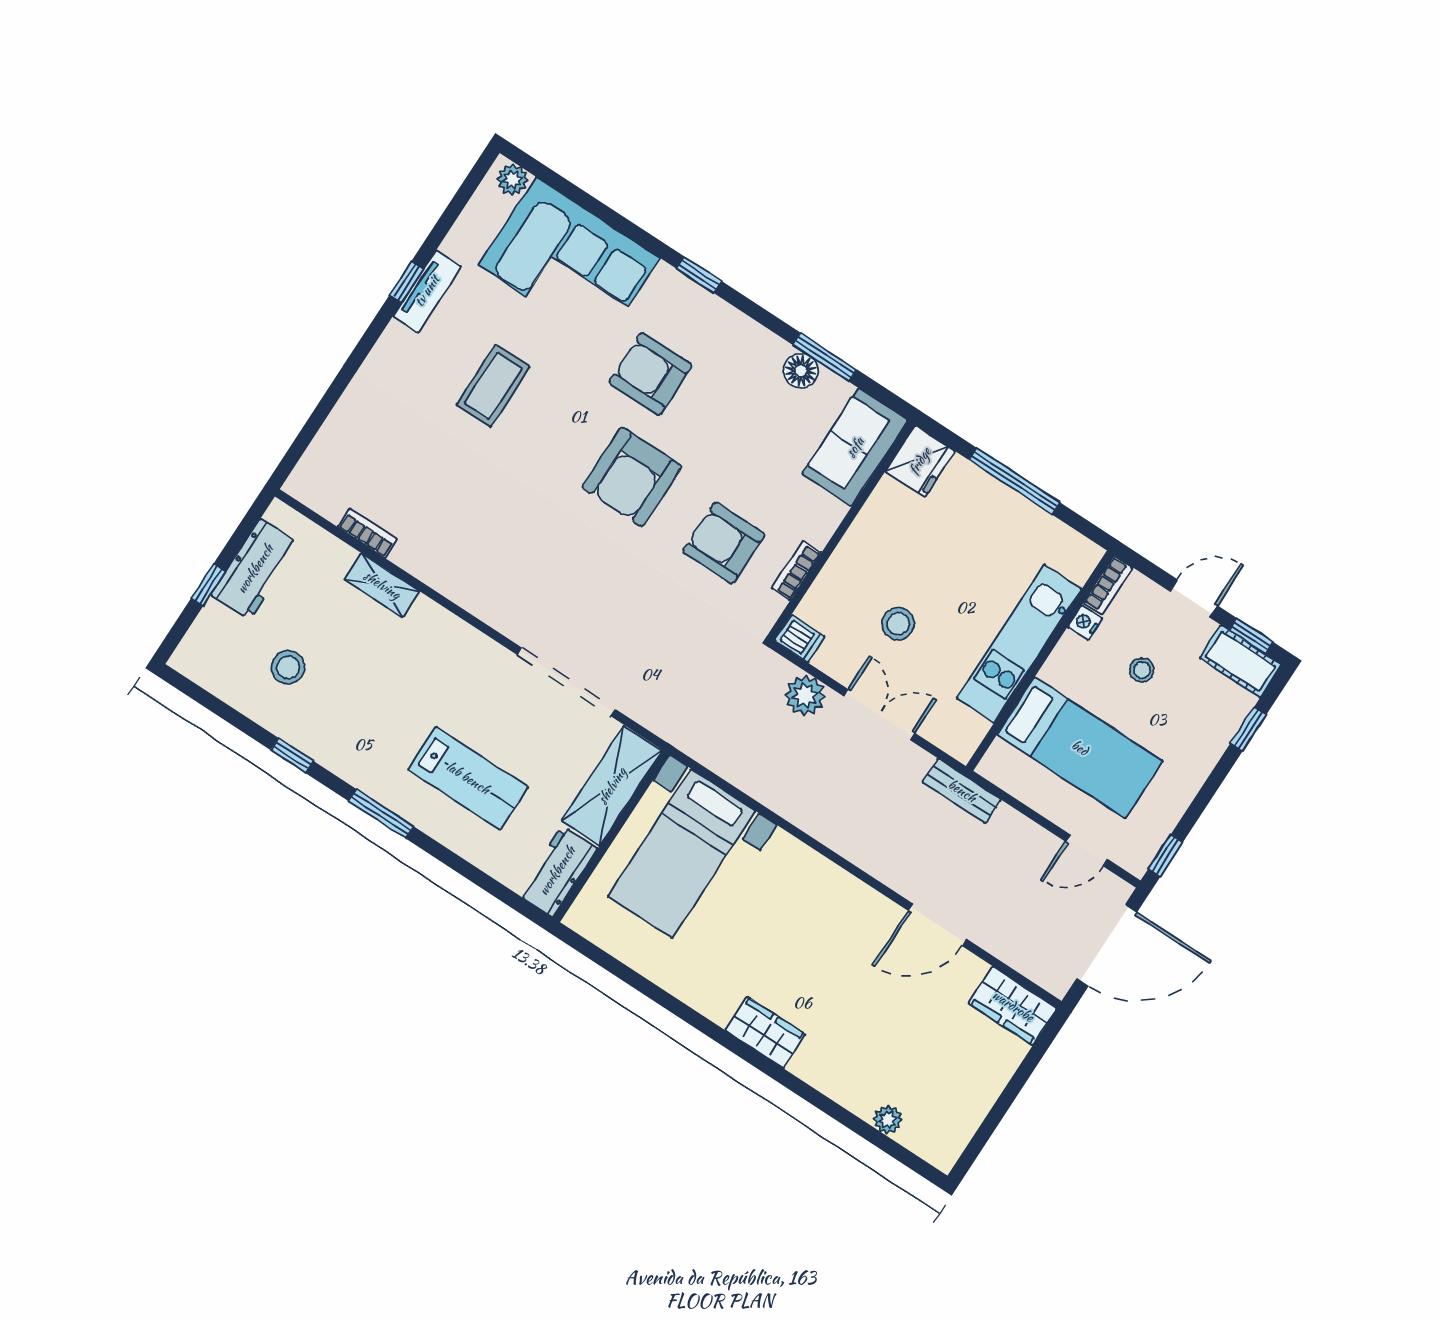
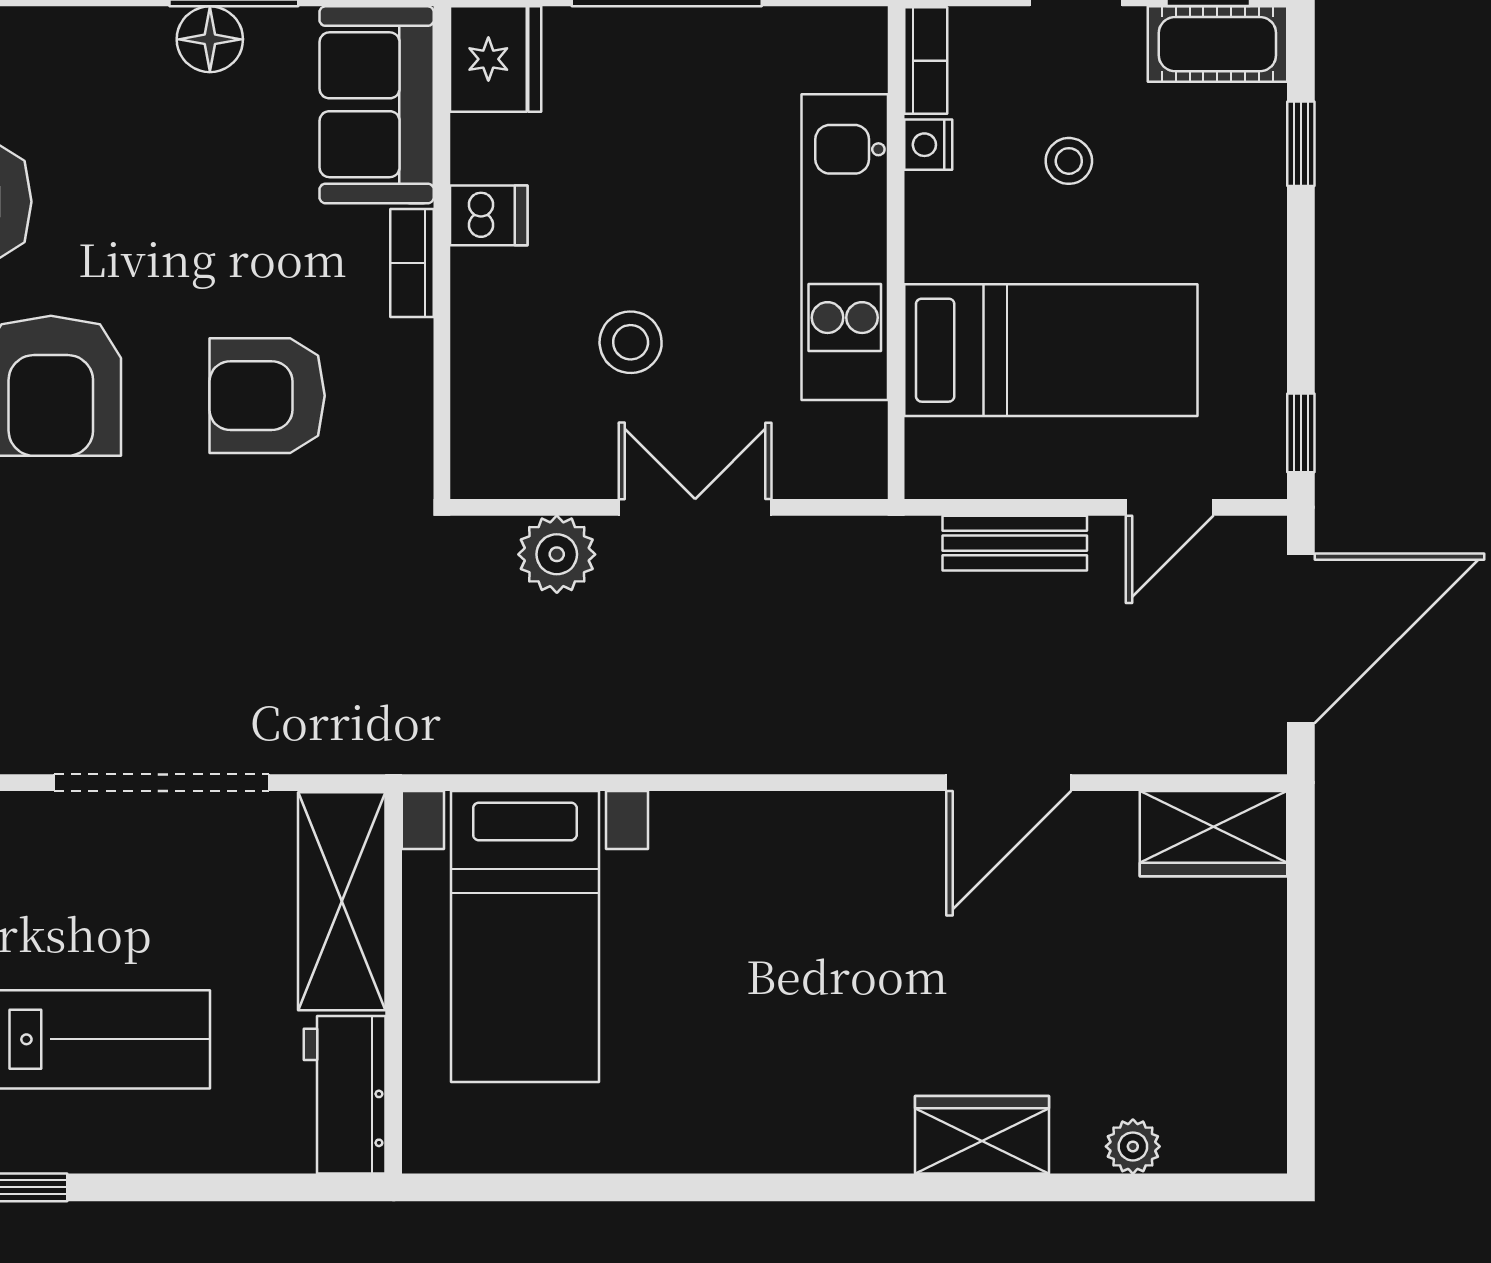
bookcase: (796, 571) -> (412, 263), moved
dishwasher: (800, 639) -> (489, 215), moved
bench: (962, 791) -> (1015, 543), moved
wardrobe: (765, 1032) -> (982, 1135), moved

